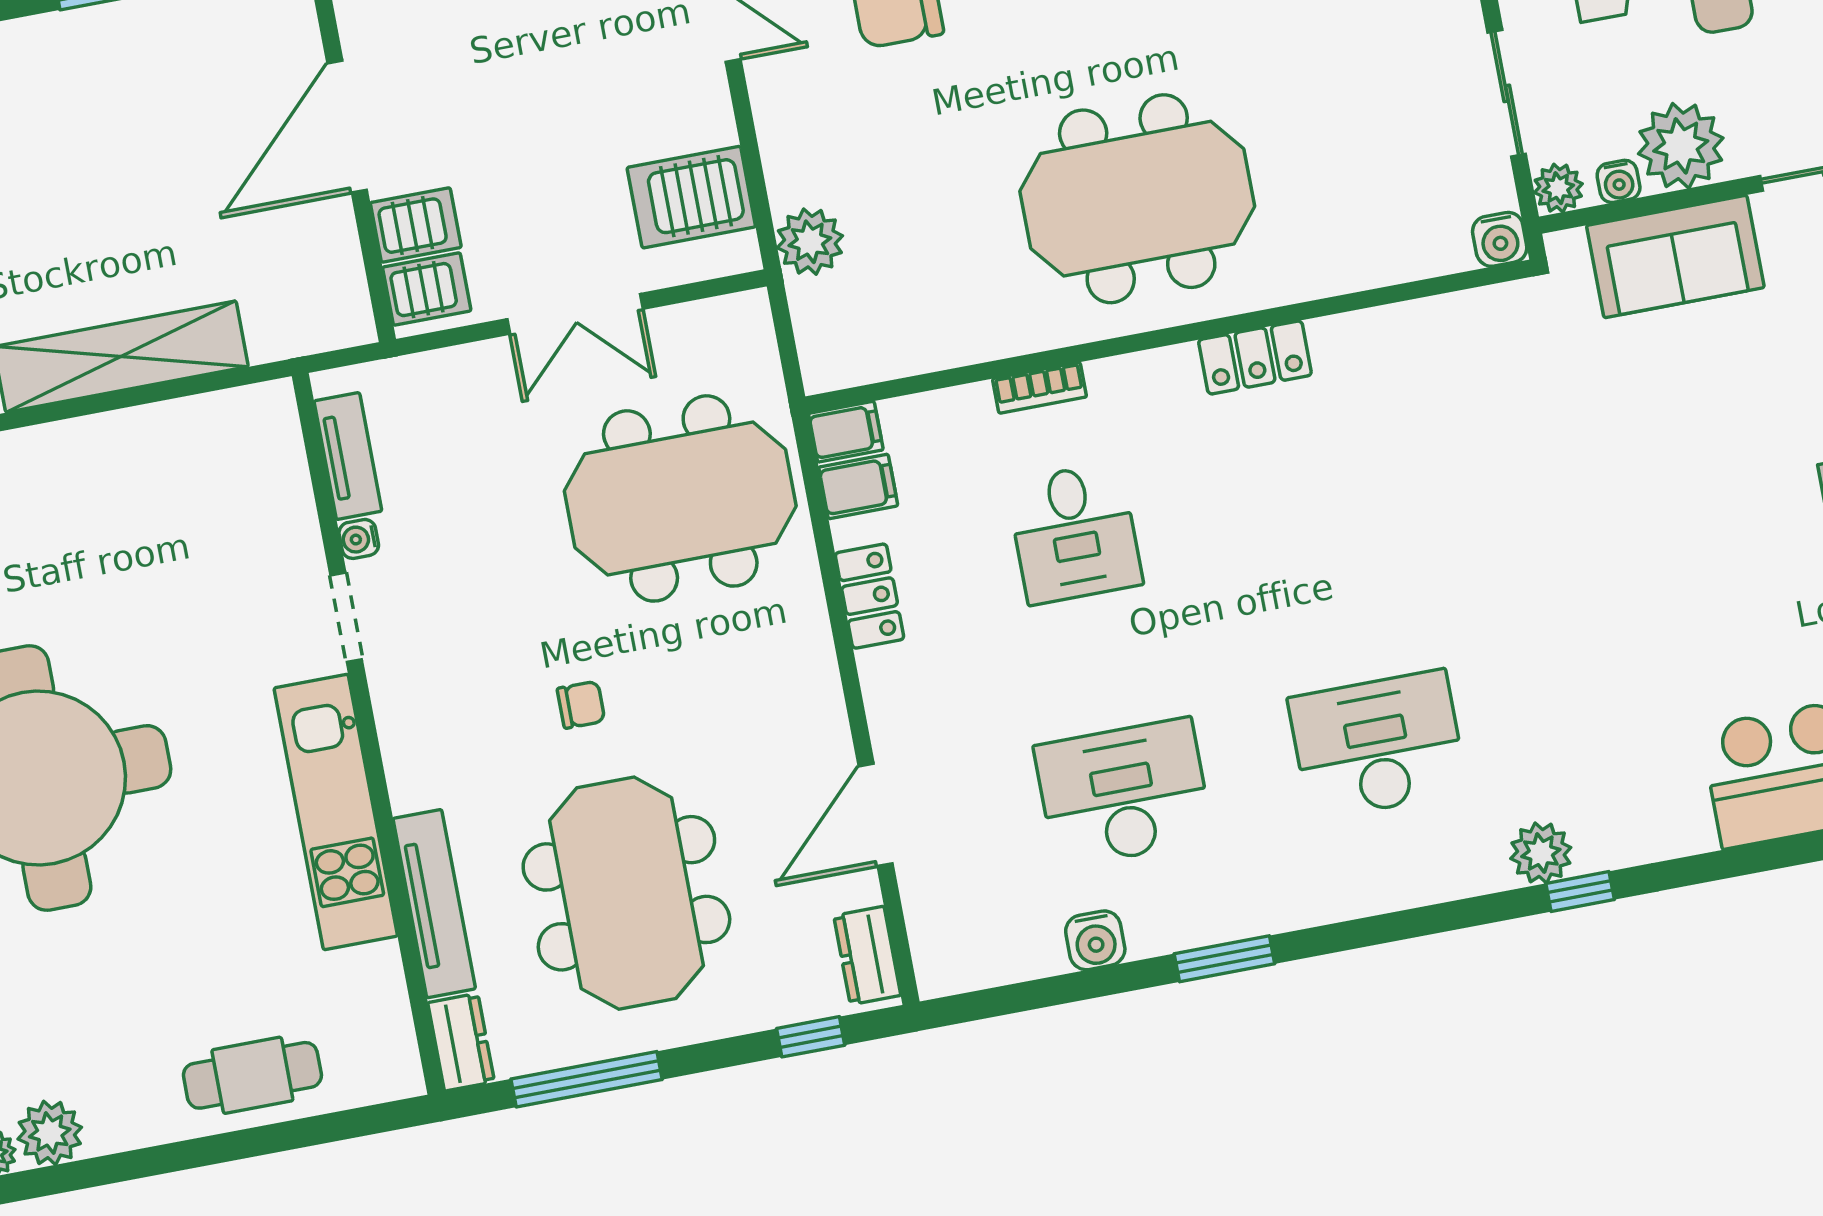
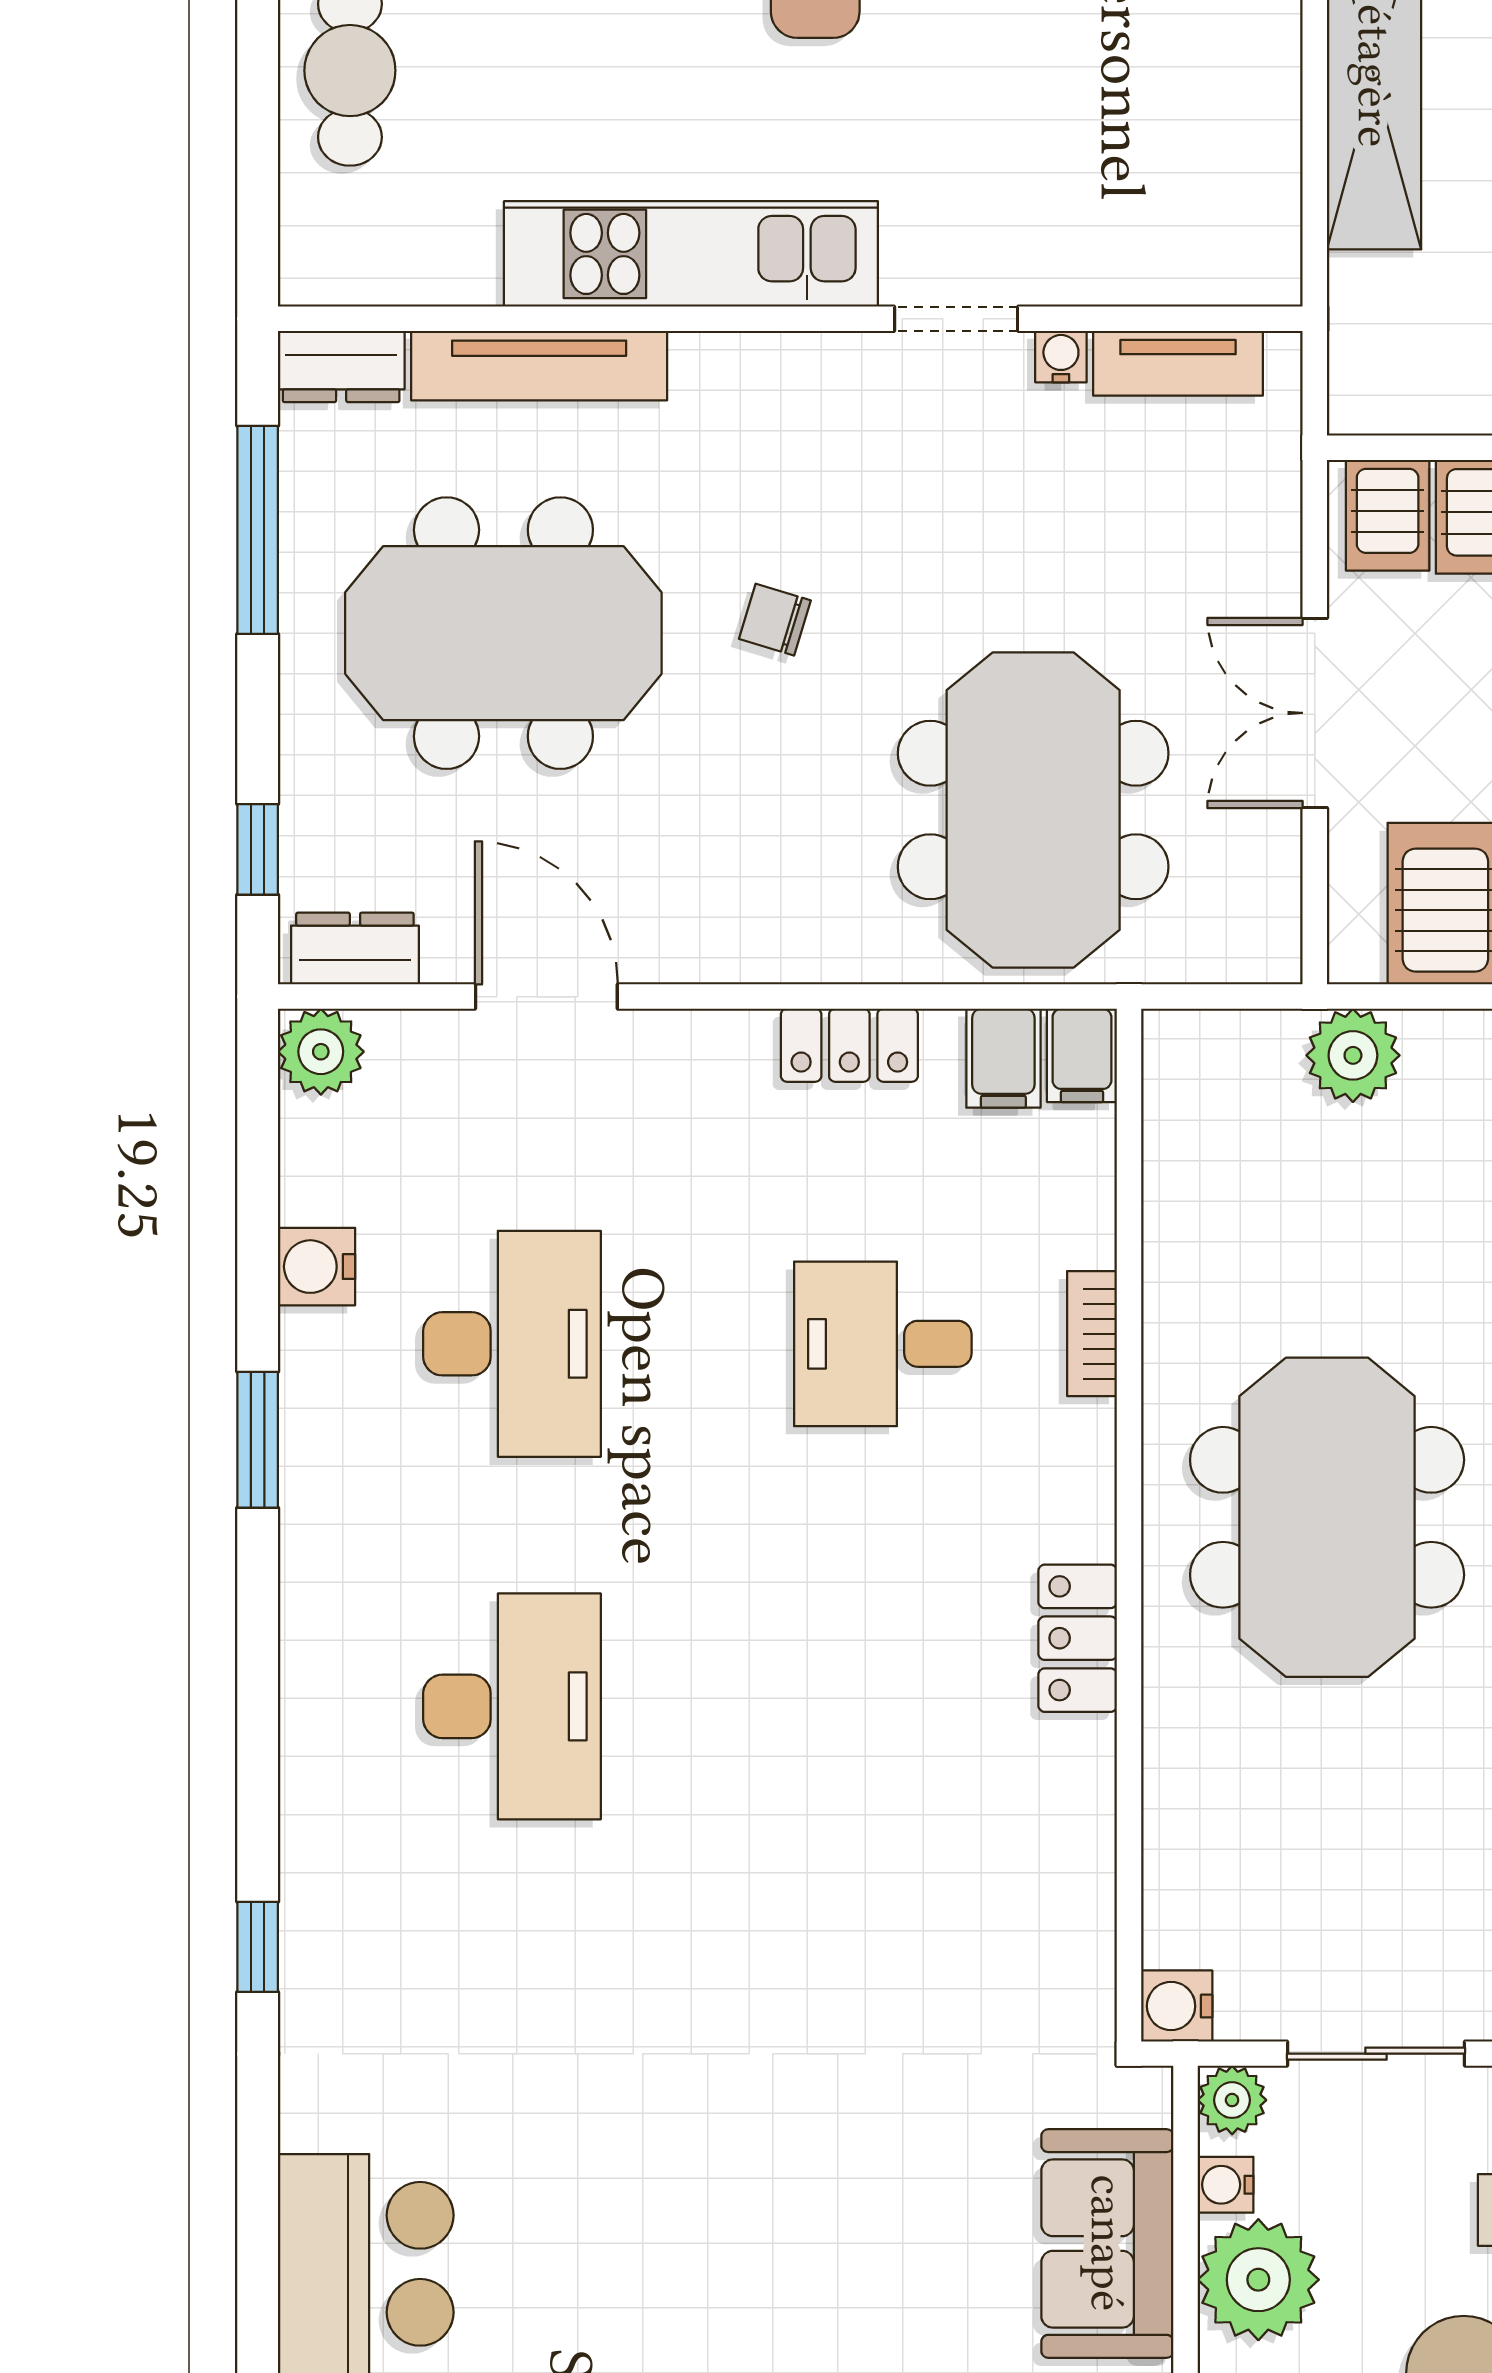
chair: (581, 705) -> (775, 620), turned 107
plant: (1541, 853) -> (321, 1052), moved

